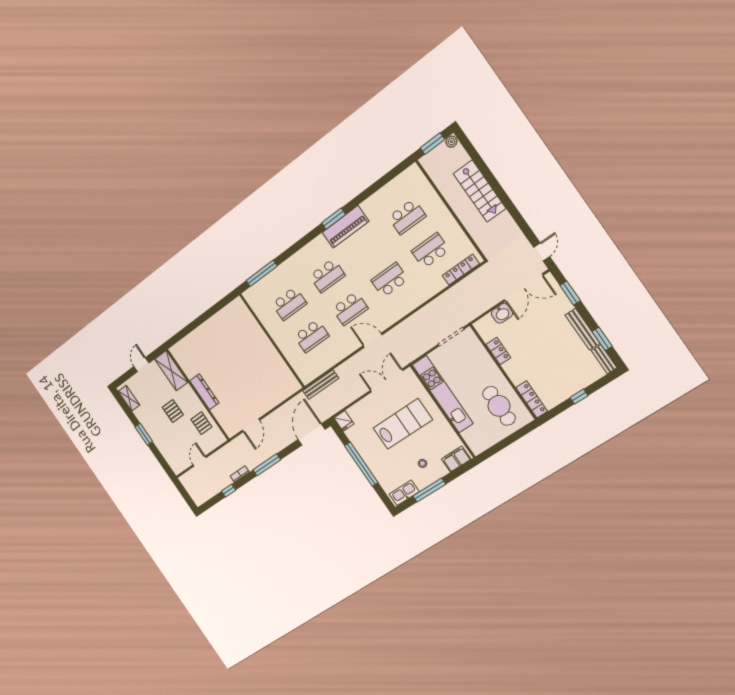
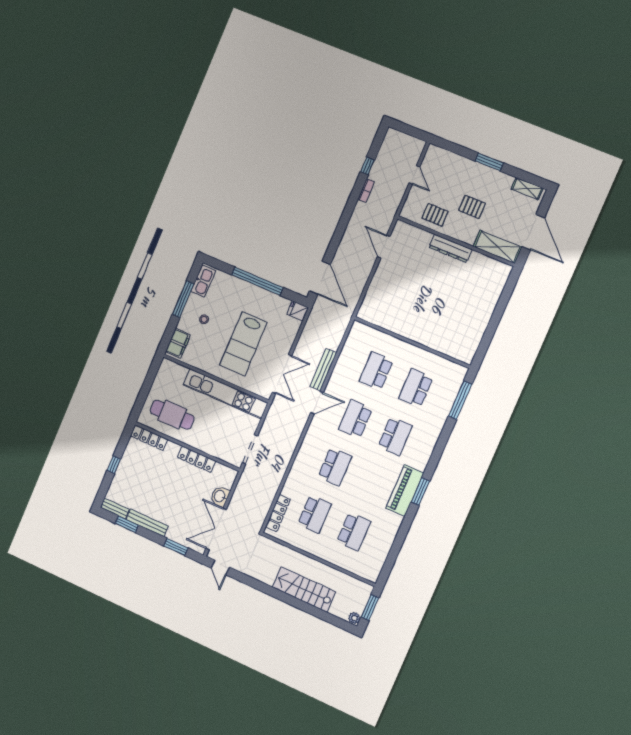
school desk: (407, 217) -> (354, 532), turned 180
school desk: (327, 276) -> (395, 436), turned 180
locker: (498, 351) -> (197, 459), width x1.53
door: (141, 365) -> (533, 232), width x1.87
bench: (321, 385) -> (323, 370), moved
window: (267, 465) -> (345, 218), removed

